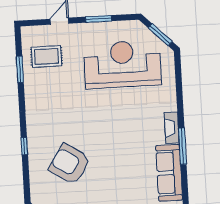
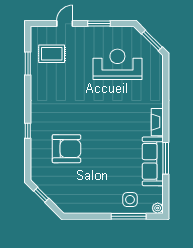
reception desk: (122, 64) -> (117, 64), width x0.74, depth x0.77
window: (182, 146) -> (166, 158), moved
armchair: (70, 164) -> (66, 149), turned 147

